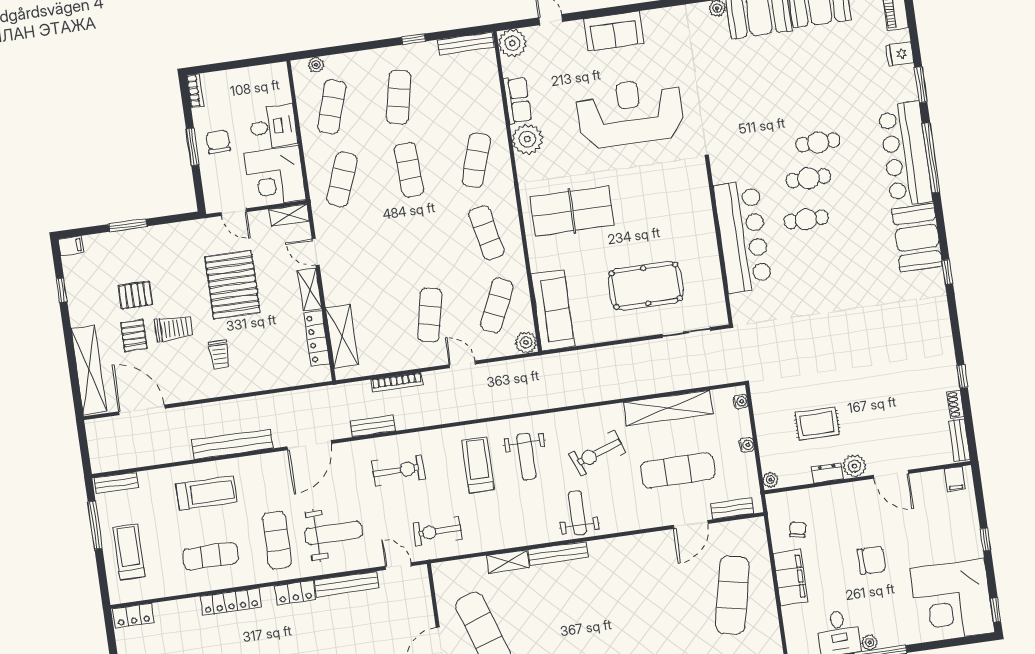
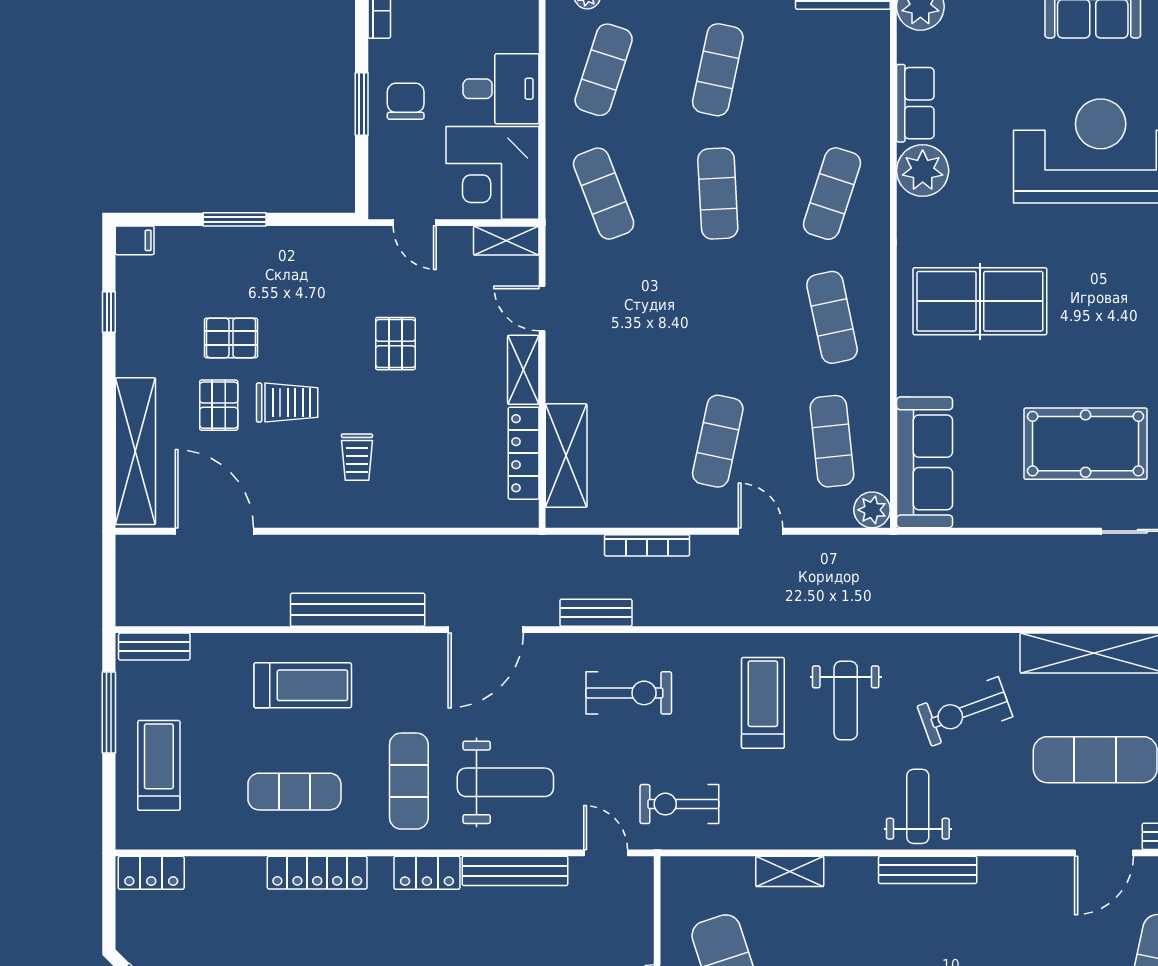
exercise mat: (342, 179) -> (604, 194), turned -42
pallet: (232, 285) -> (396, 344), width x0.49, depth x0.50
exercise mat: (497, 306) -> (832, 441), turned -30
bench: (558, 554) -> (928, 870), moved

